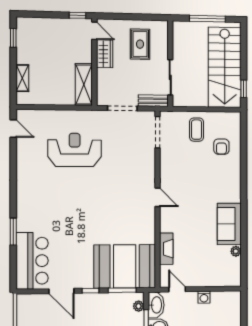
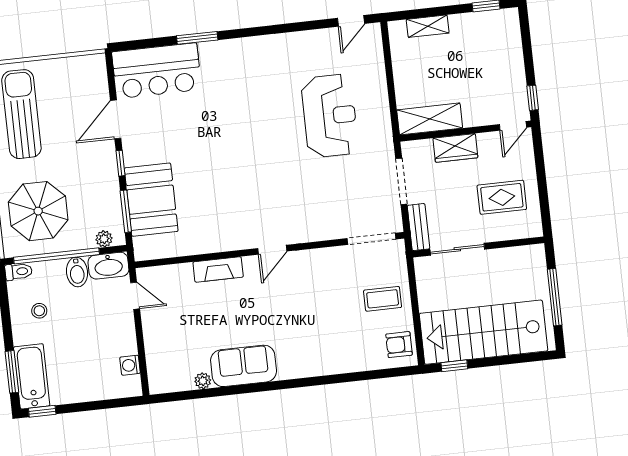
wardrobe: (105, 54) -> (455, 148), moved
armchair: (221, 147) -> (399, 345), moved
fireplace: (166, 249) -> (218, 269), moved
booth: (125, 266) -> (151, 200), width x0.73, depth x0.70
door: (177, 289) -> (135, 296), hinge flipped
washing machine: (204, 297) -> (130, 365), moved

